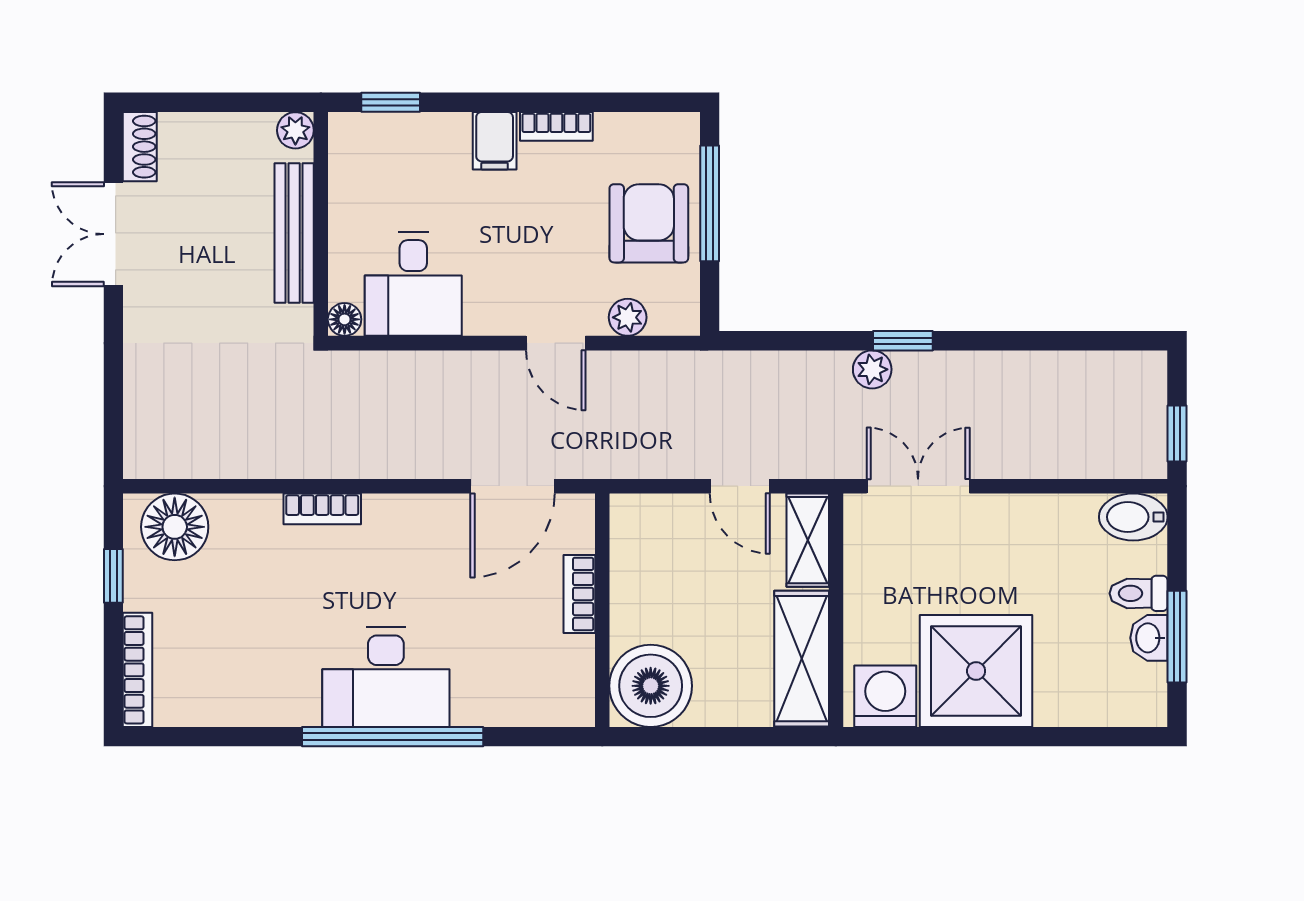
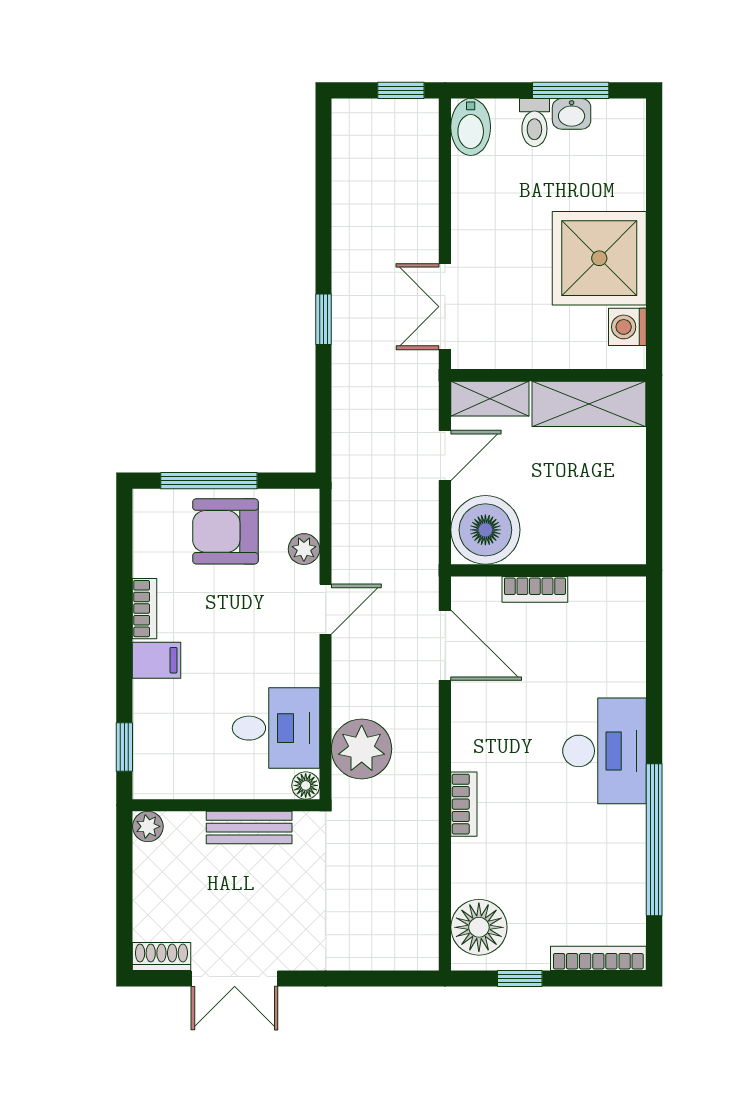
bench: (294, 233) -> (249, 828), width x0.73
plant: (872, 369) -> (362, 749), moved, width x1.87, depth x1.87
boiler: (651, 686) -> (485, 530), moved
washing machine: (885, 696) -> (627, 327), width x0.73, depth x0.73
window: (393, 737) -> (654, 840), moved

